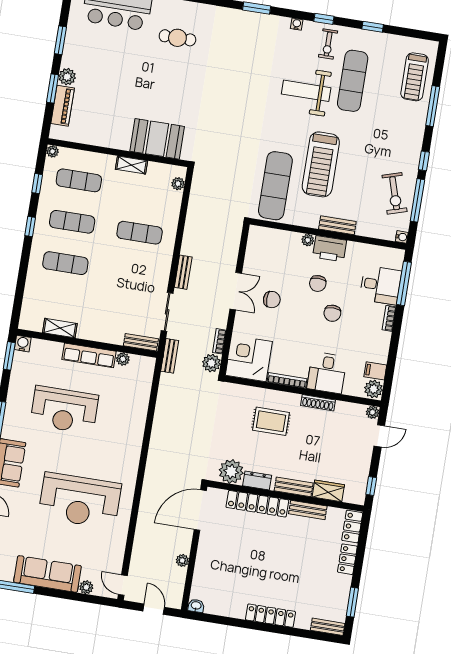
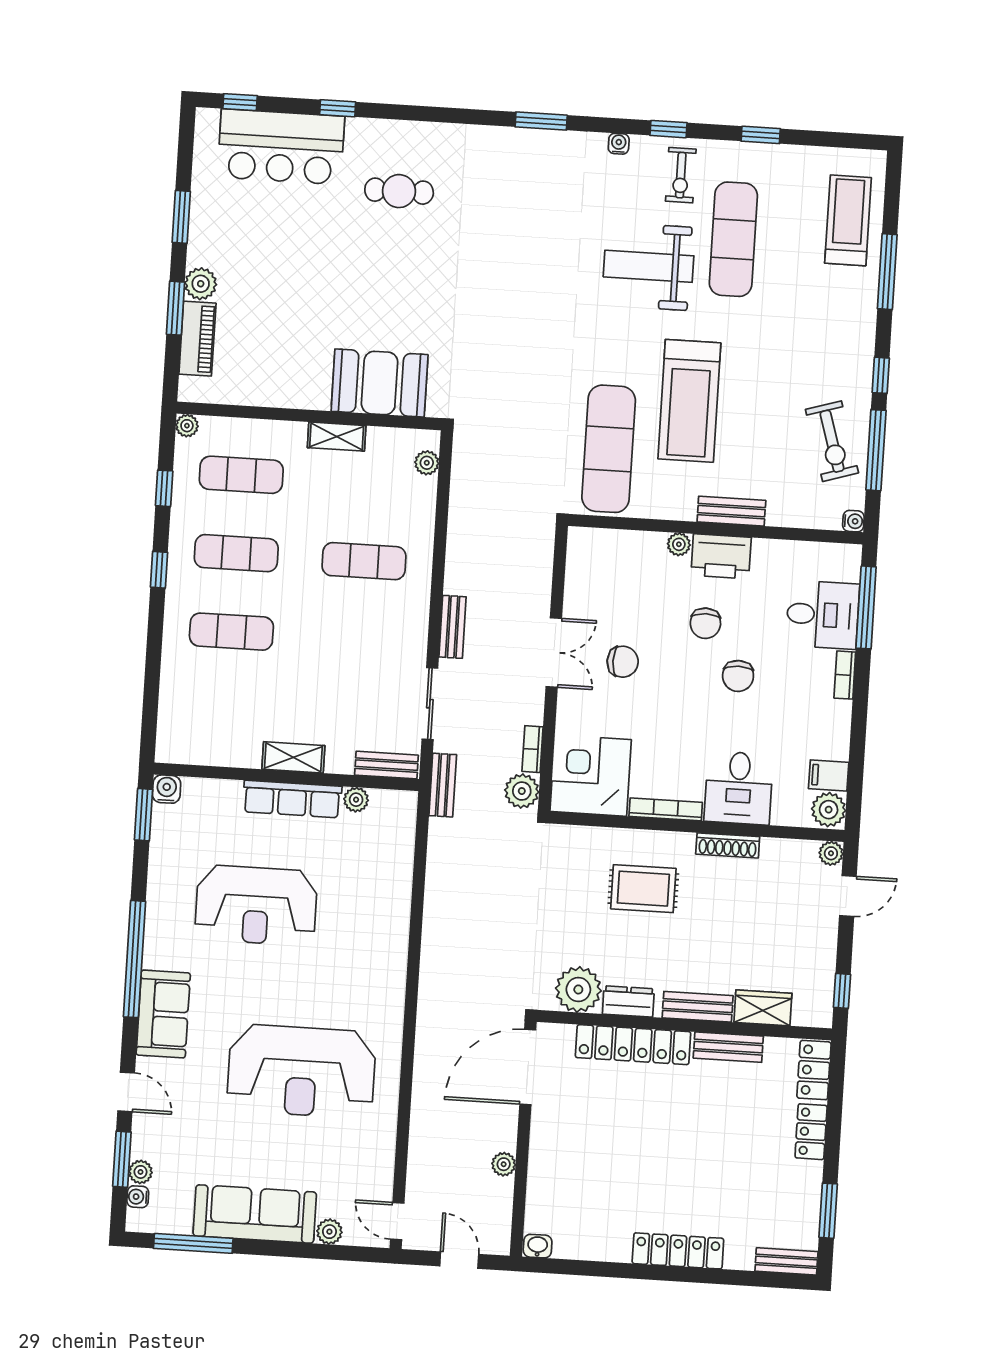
treadmill: (415, 77) -> (848, 220), turned 180
shelving: (60, 328) -> (293, 757), moved

